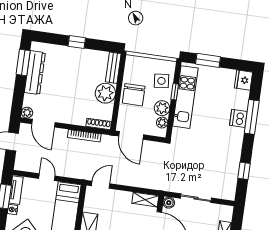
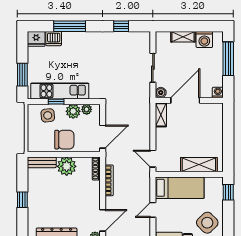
dishwasher: (238, 118) -> (54, 39), moved

